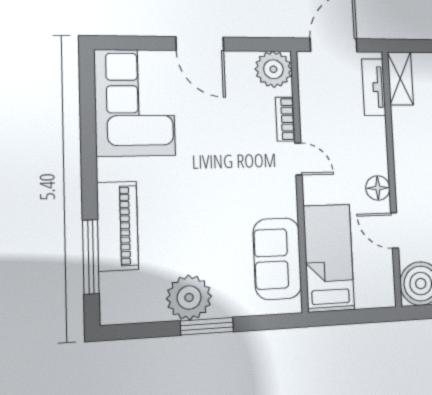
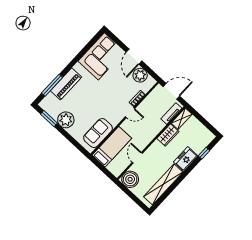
plant: (273, 69) -> (140, 75), moved
wardrobe: (406, 133) -> (168, 135), added
door: (298, 159) -> (130, 113), hinge flipped
floor lamp: (378, 188) -> (144, 142), removed
window: (207, 326) -> (49, 119), moved

